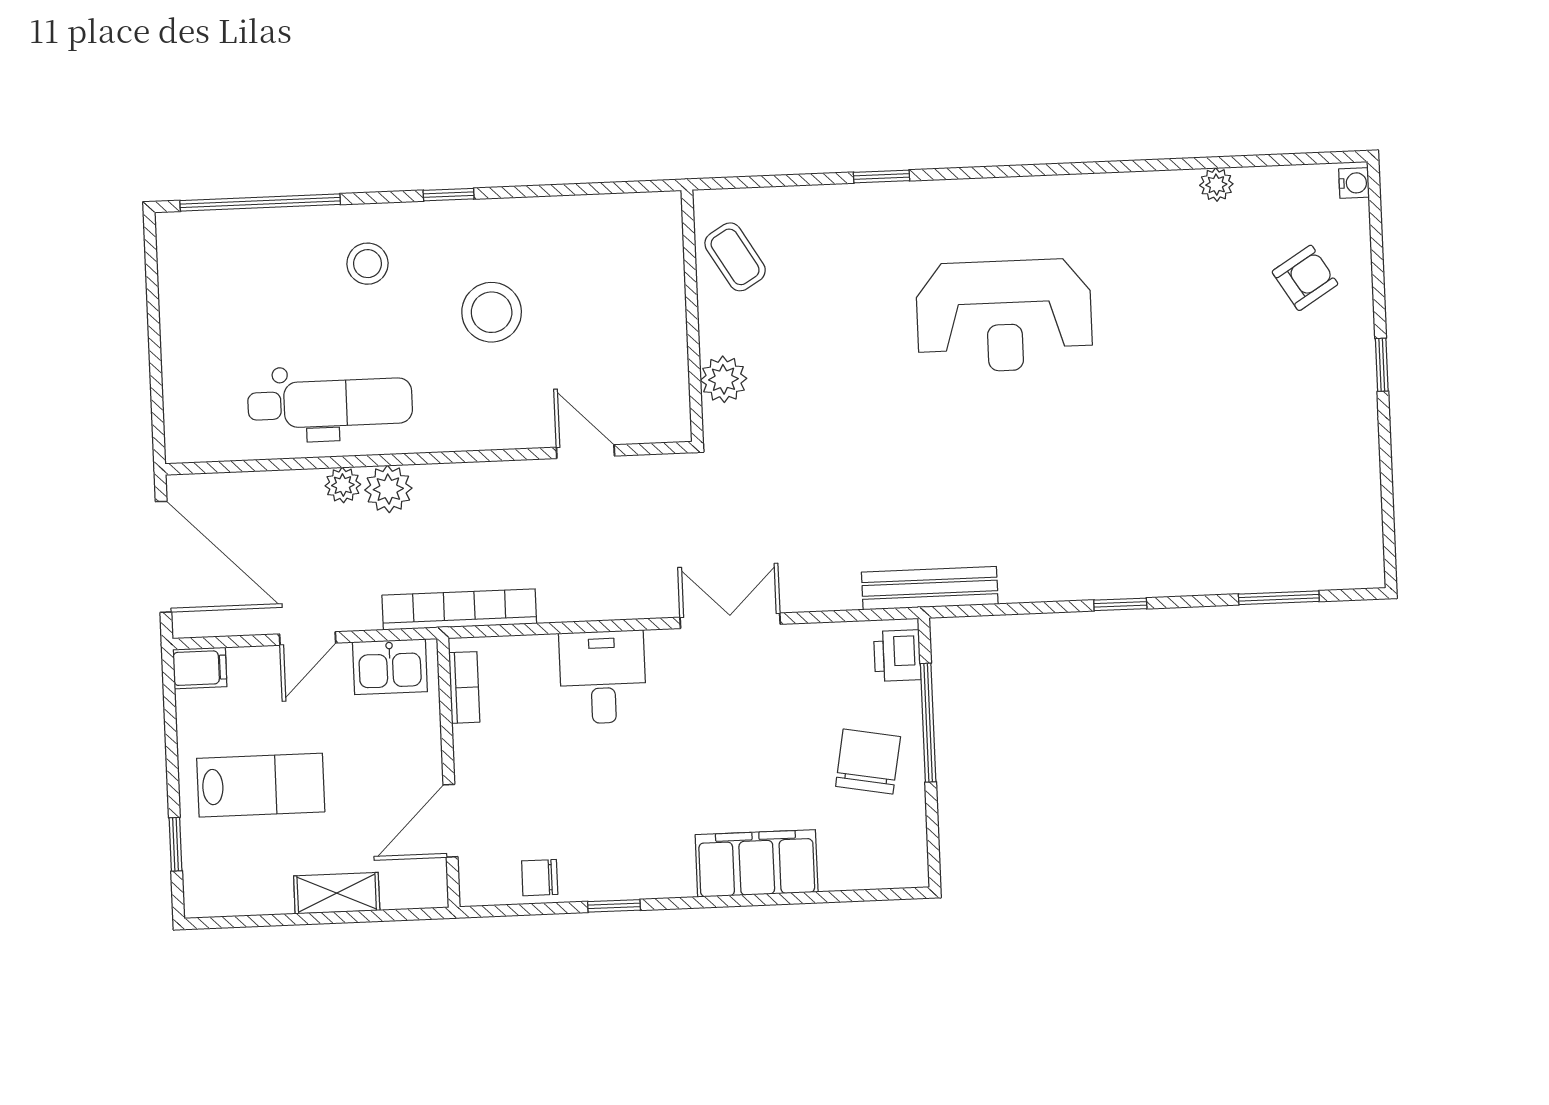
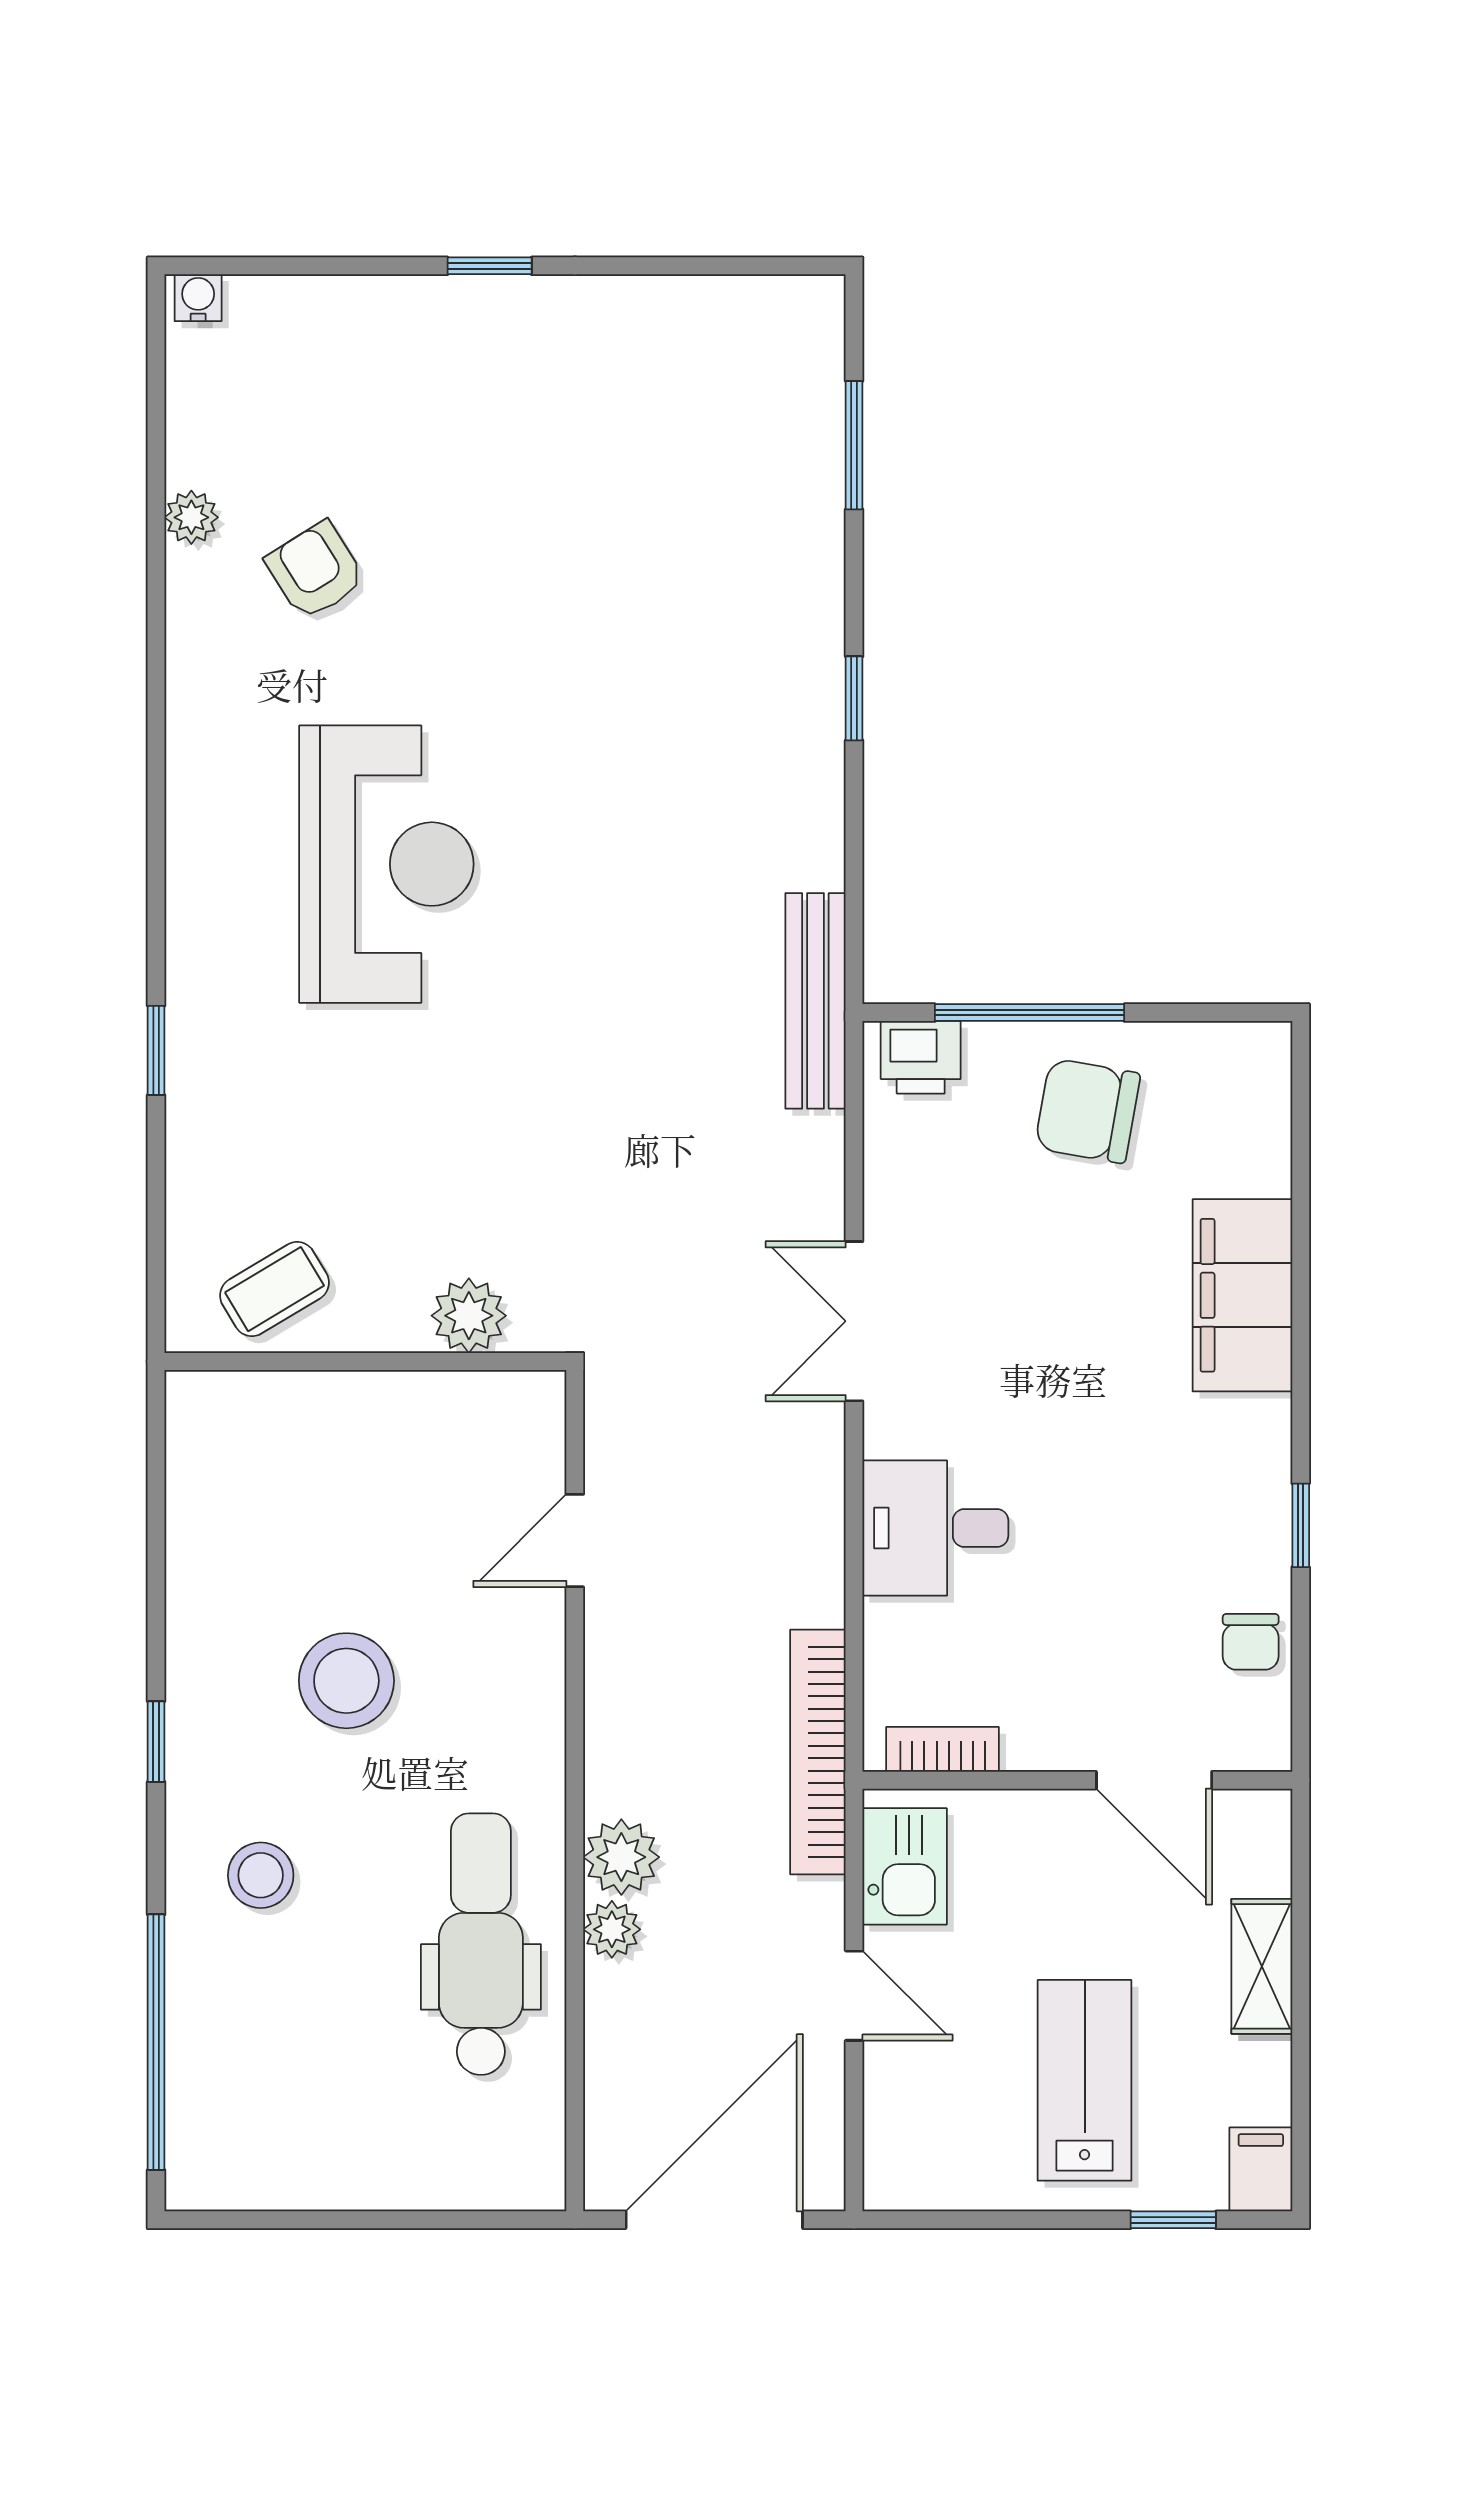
armchair: (1305, 278) -> (315, 571), moved
filing cabinet: (200, 668) -> (1261, 2169), moved

